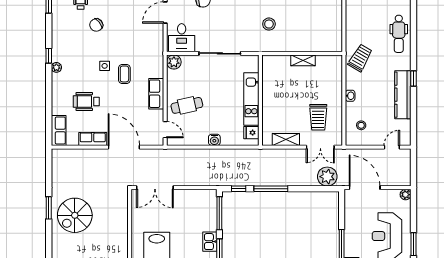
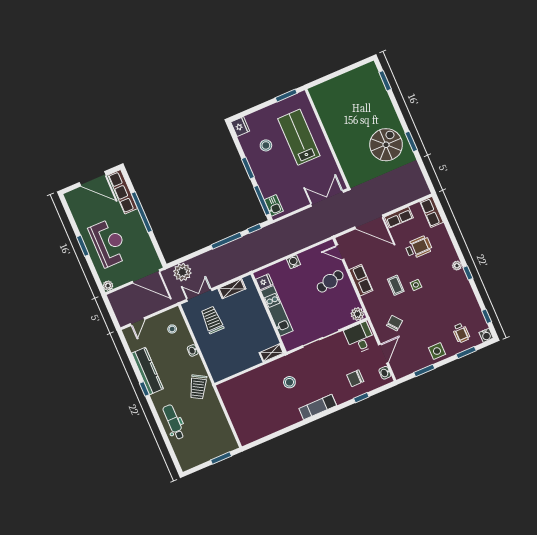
chair: (96, 25) -> (394, 323), moved
shelving: (303, 60) -> (272, 353), moved
kitchen sink: (210, 242) -> (274, 205), moved

